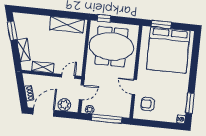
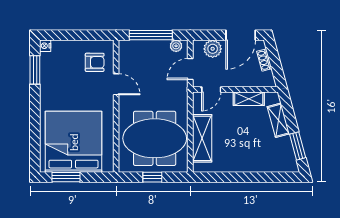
window: (104, 18) -> (152, 177), moved
window: (161, 24) -> (66, 177), moved
shelving: (67, 25) -> (202, 138), moved, turned 90

